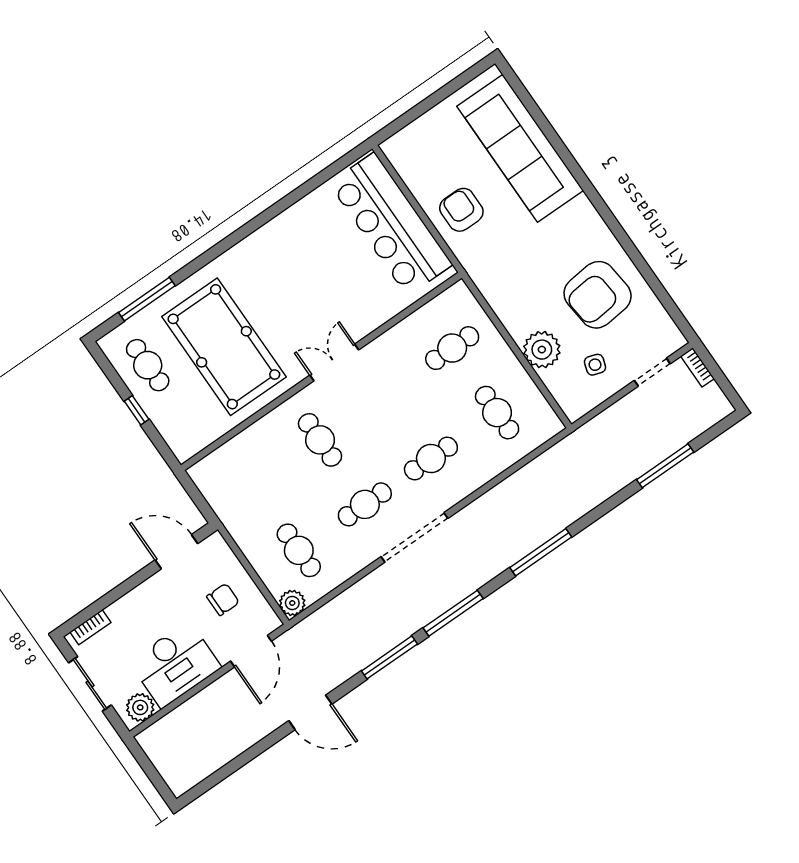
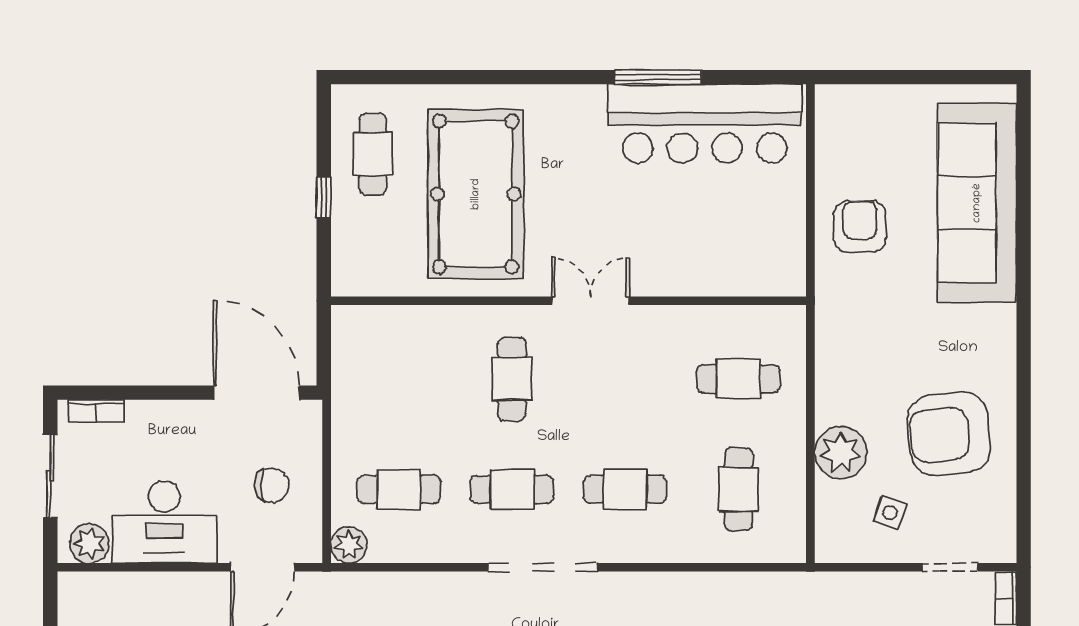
bar counter: (391, 224) -> (705, 124), moved, turned -90
window: (147, 299) -> (658, 77), moved
cafe table: (299, 550) -> (399, 489), turned 90
door: (176, 552) -> (256, 393), width x1.36

